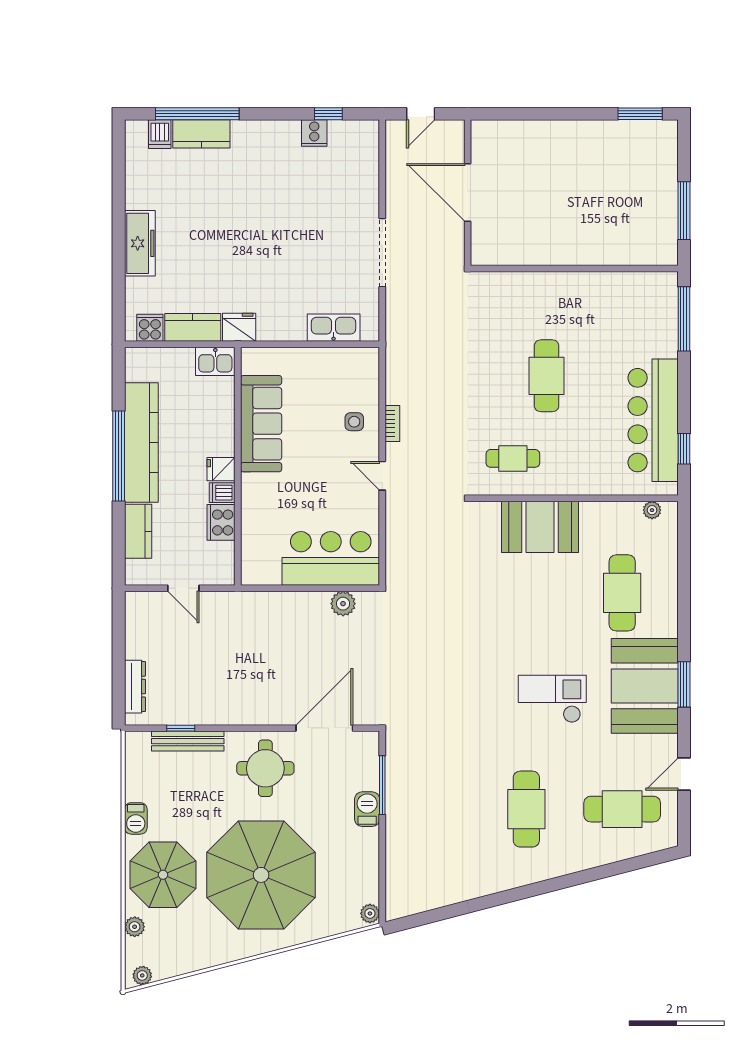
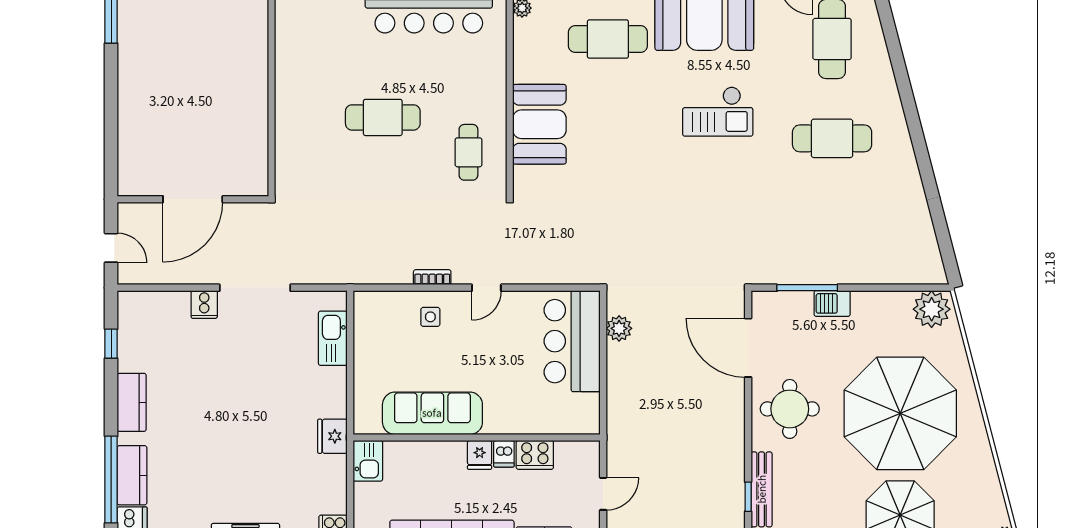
cooker: (314, 133) -> (204, 305), moved, turned 90
kitchen counter: (193, 327) -> (132, 402), moved, turned 180
checkout: (552, 699) -> (718, 112), turned -90
plant: (370, 913) -> (932, 309), width x1.87, depth x1.87

